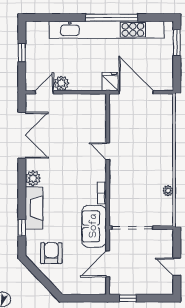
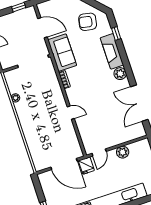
door: (44, 92) -> (99, 152), moved
armchair: (51, 253) -> (88, 22), turned 101
door: (108, 264) -> (42, 28), hinge flipped

